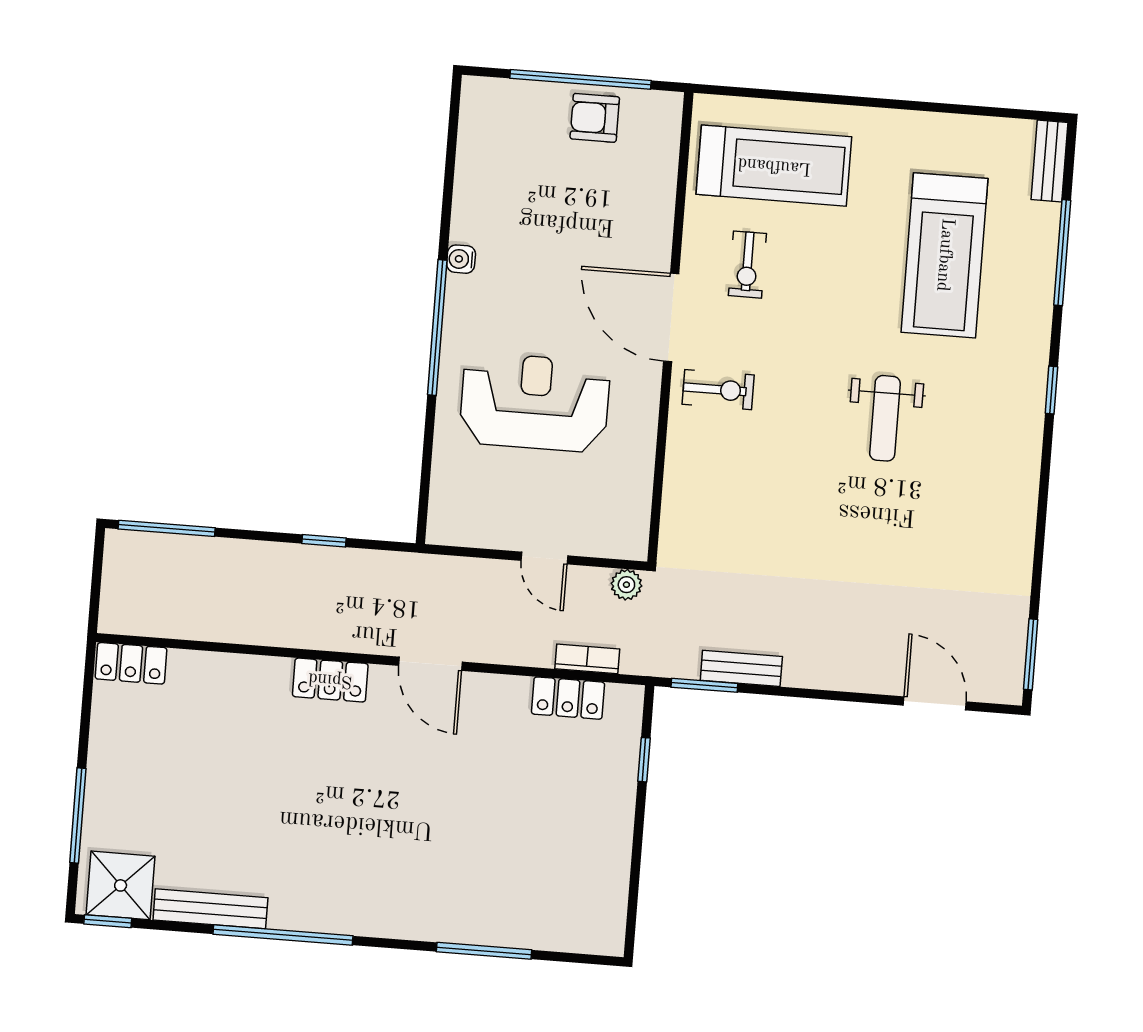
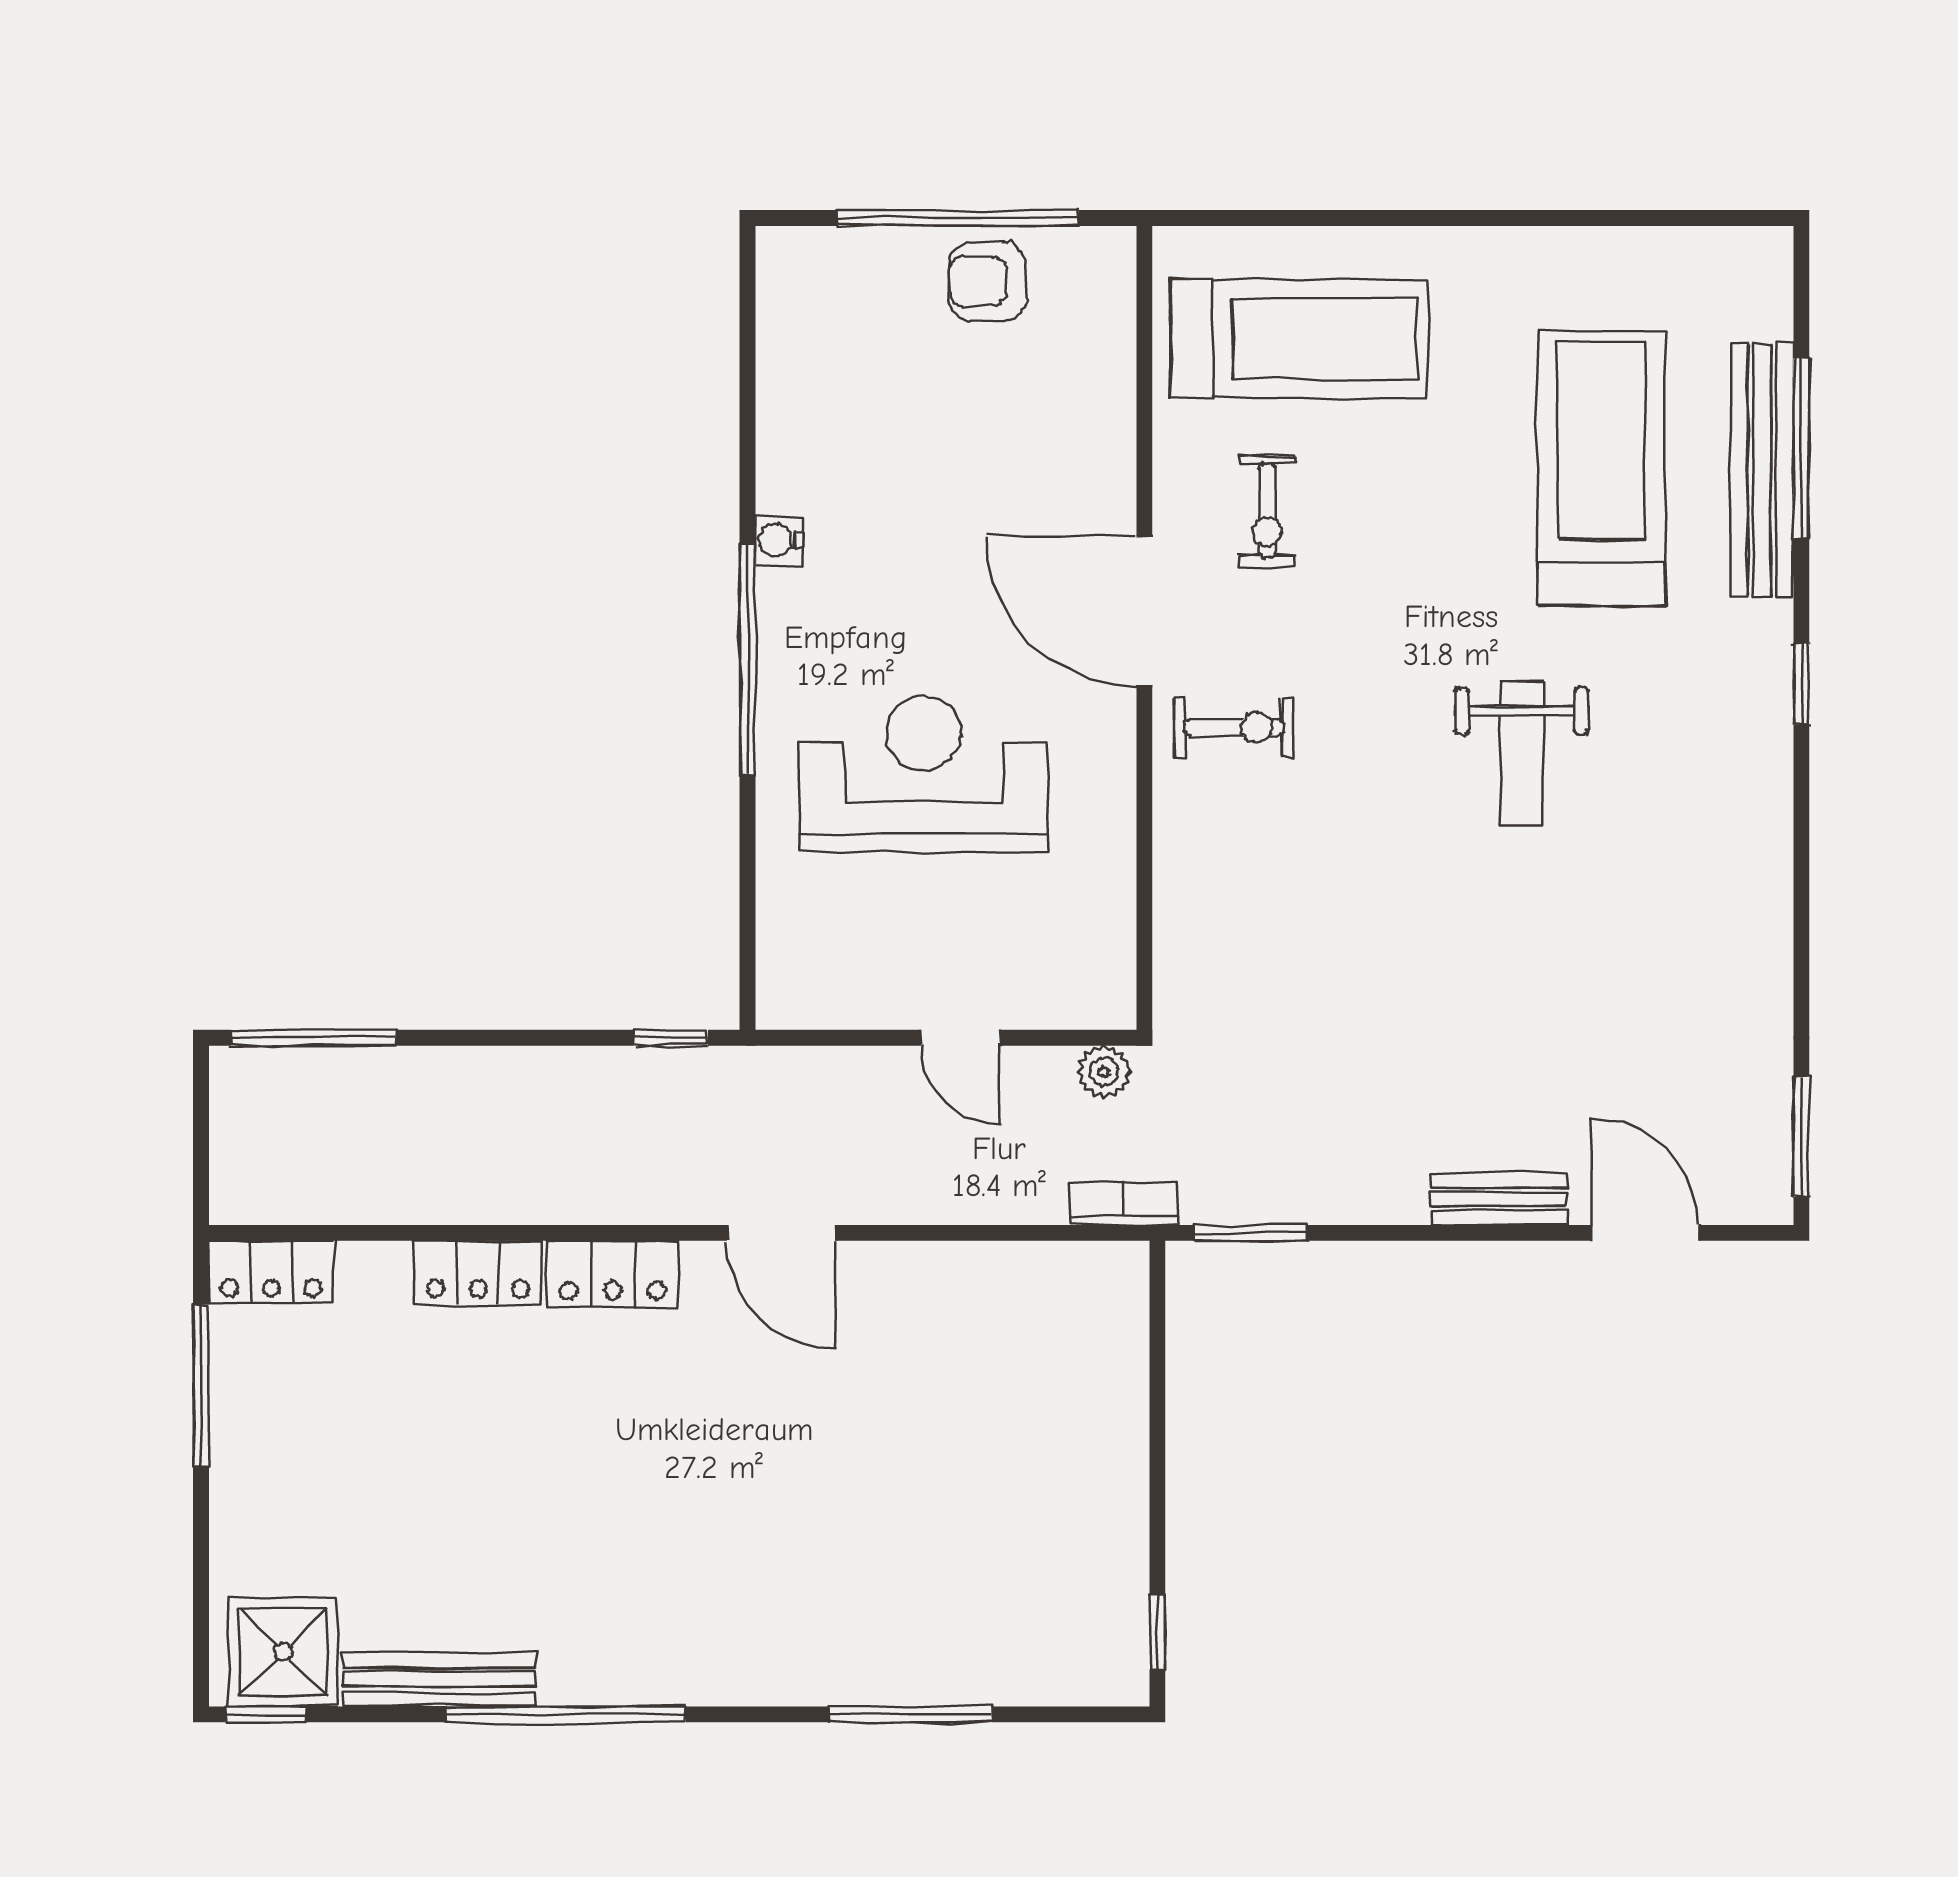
bench: (1050, 161) -> (1762, 470), moved, width x1.86, depth x1.21
treadmill: (945, 255) -> (1601, 469), turned 180
window: (324, 541) -> (671, 1038), moved
bookcase: (587, 659) -> (1123, 1204), moved
bench: (741, 668) -> (1499, 1199), moved
locker: (568, 698) -> (478, 1273), moved
window: (644, 760) -> (1157, 1632), moved
window: (78, 816) -> (201, 1386), moved

